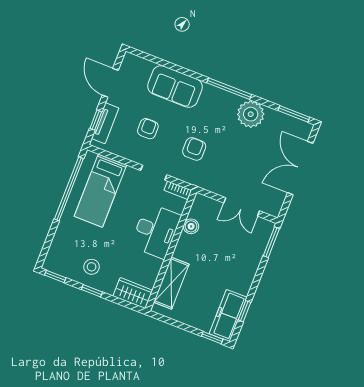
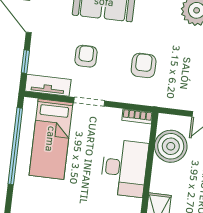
tv unit: (105, 123) -> (48, 85), moved, turned -90
doorway: (154, 173) -> (89, 102), moved
boiler: (191, 226) -> (171, 146), width x1.86, depth x1.86

